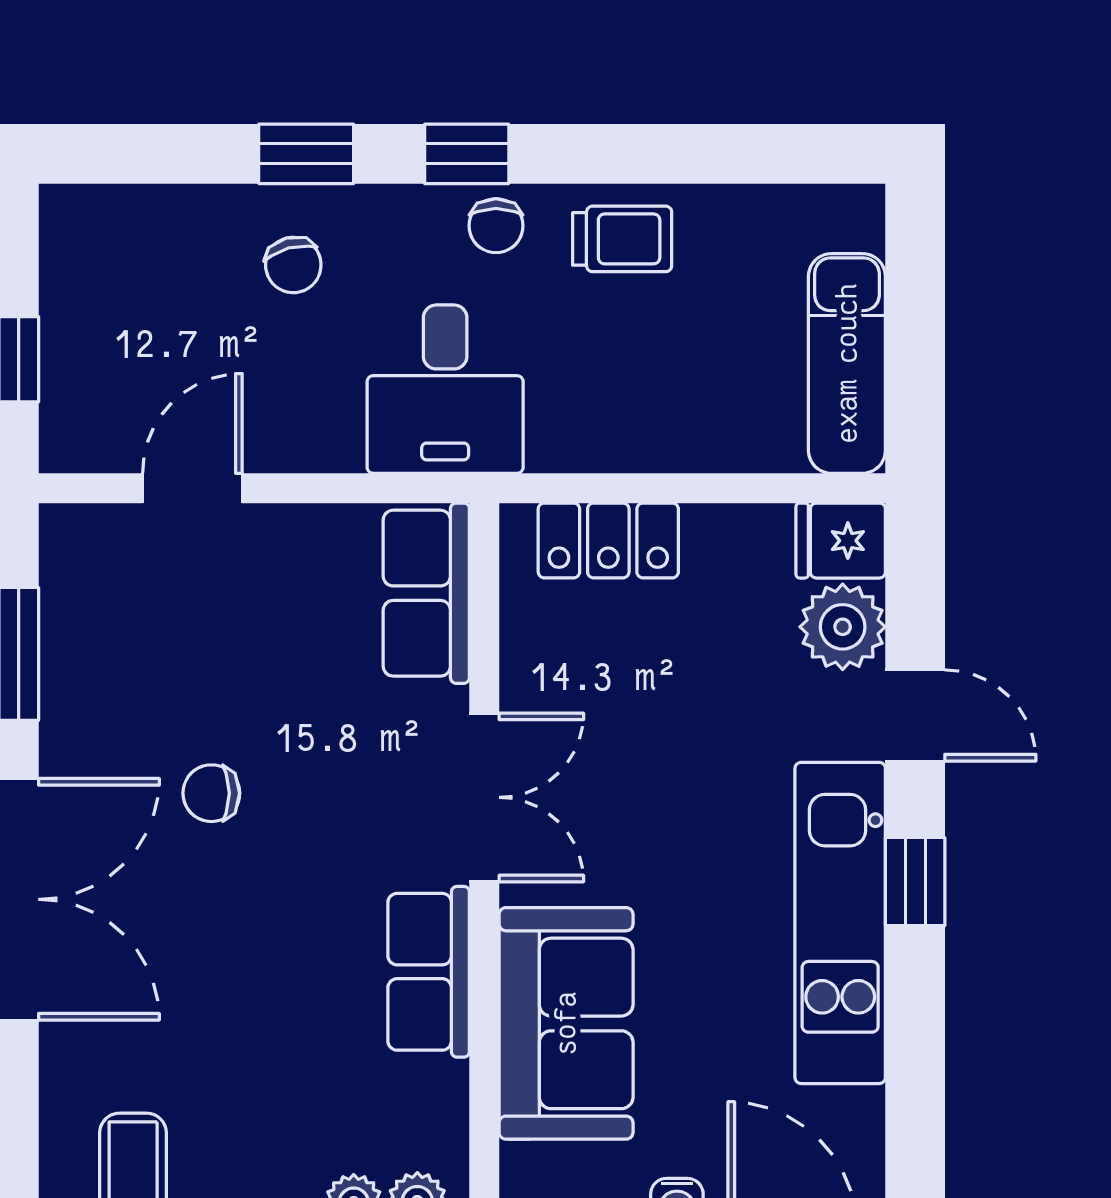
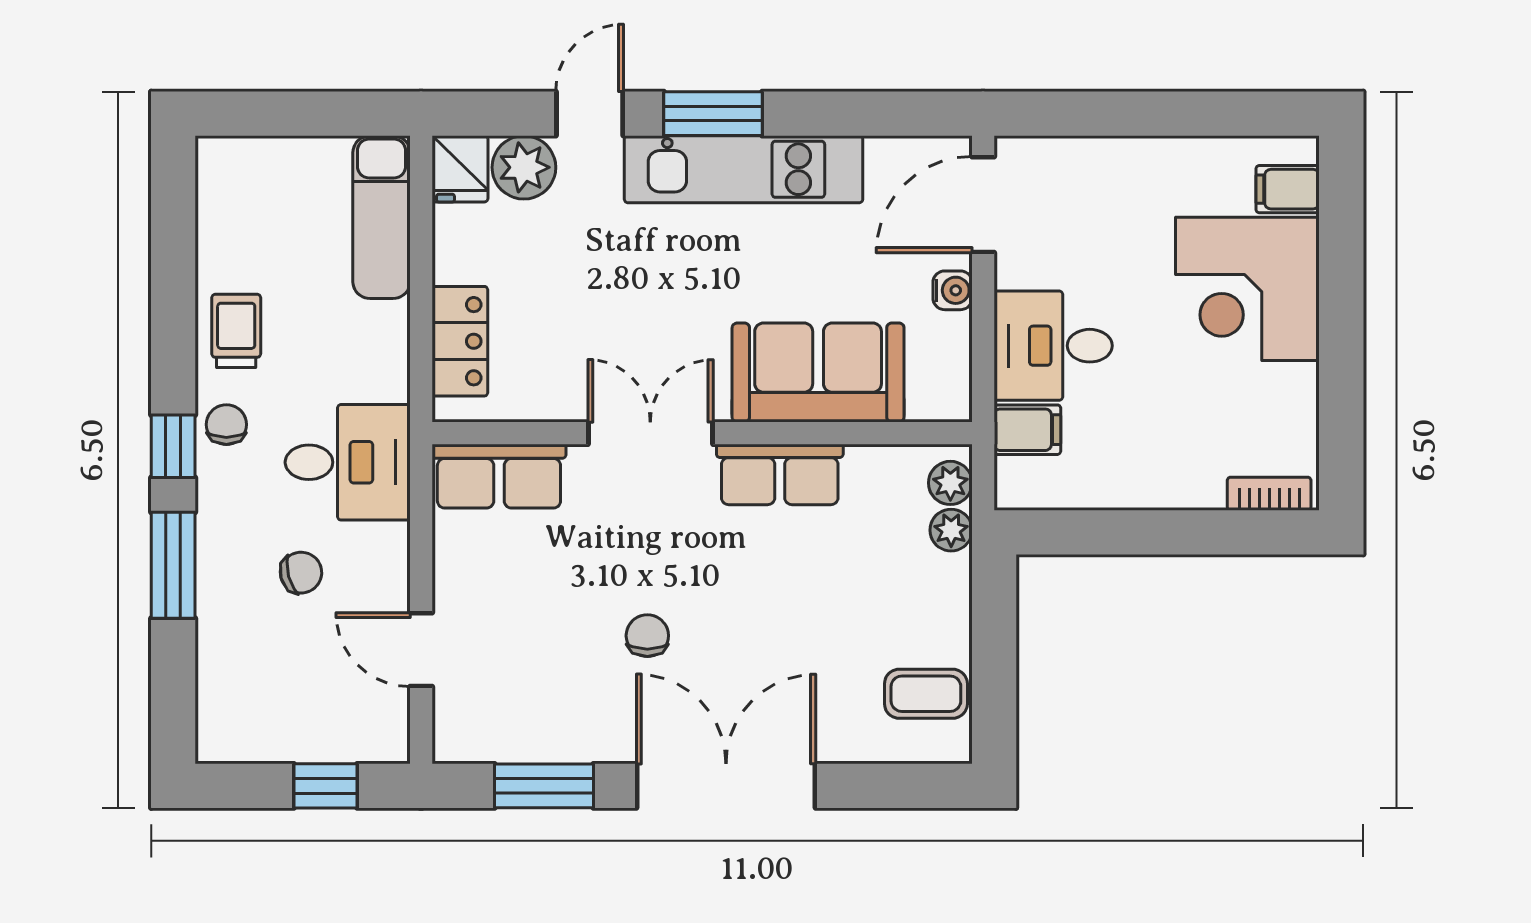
window: (306, 154) -> (173, 565), width x1.50
chair: (496, 226) -> (226, 425), turned -90
chair: (293, 265) -> (301, 573), moved
exam couch: (847, 363) -> (382, 217), moved, turned 90
chair: (211, 793) -> (647, 636), turned 180
window: (915, 882) -> (713, 114), width x1.50

